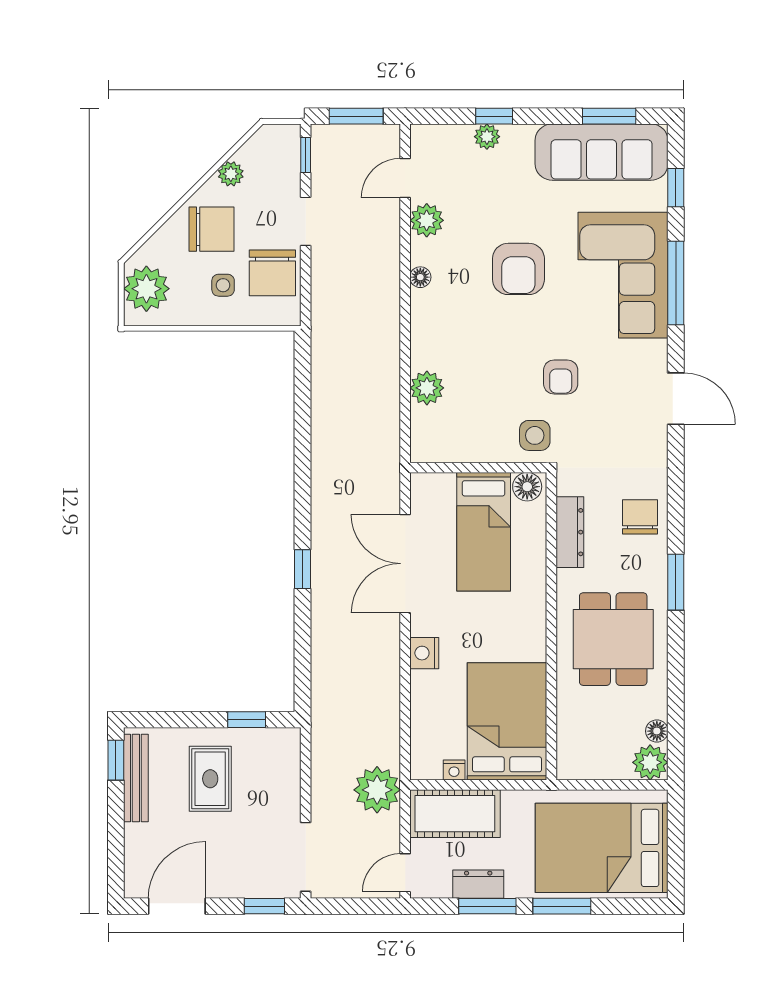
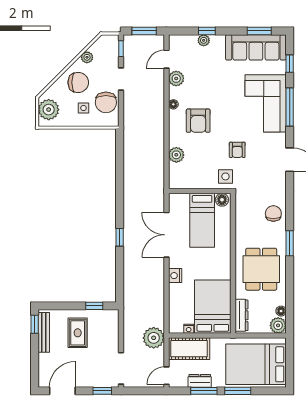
armchair: (518, 269) -> (198, 121), moved
dresser: (570, 532) -> (241, 315), moved

